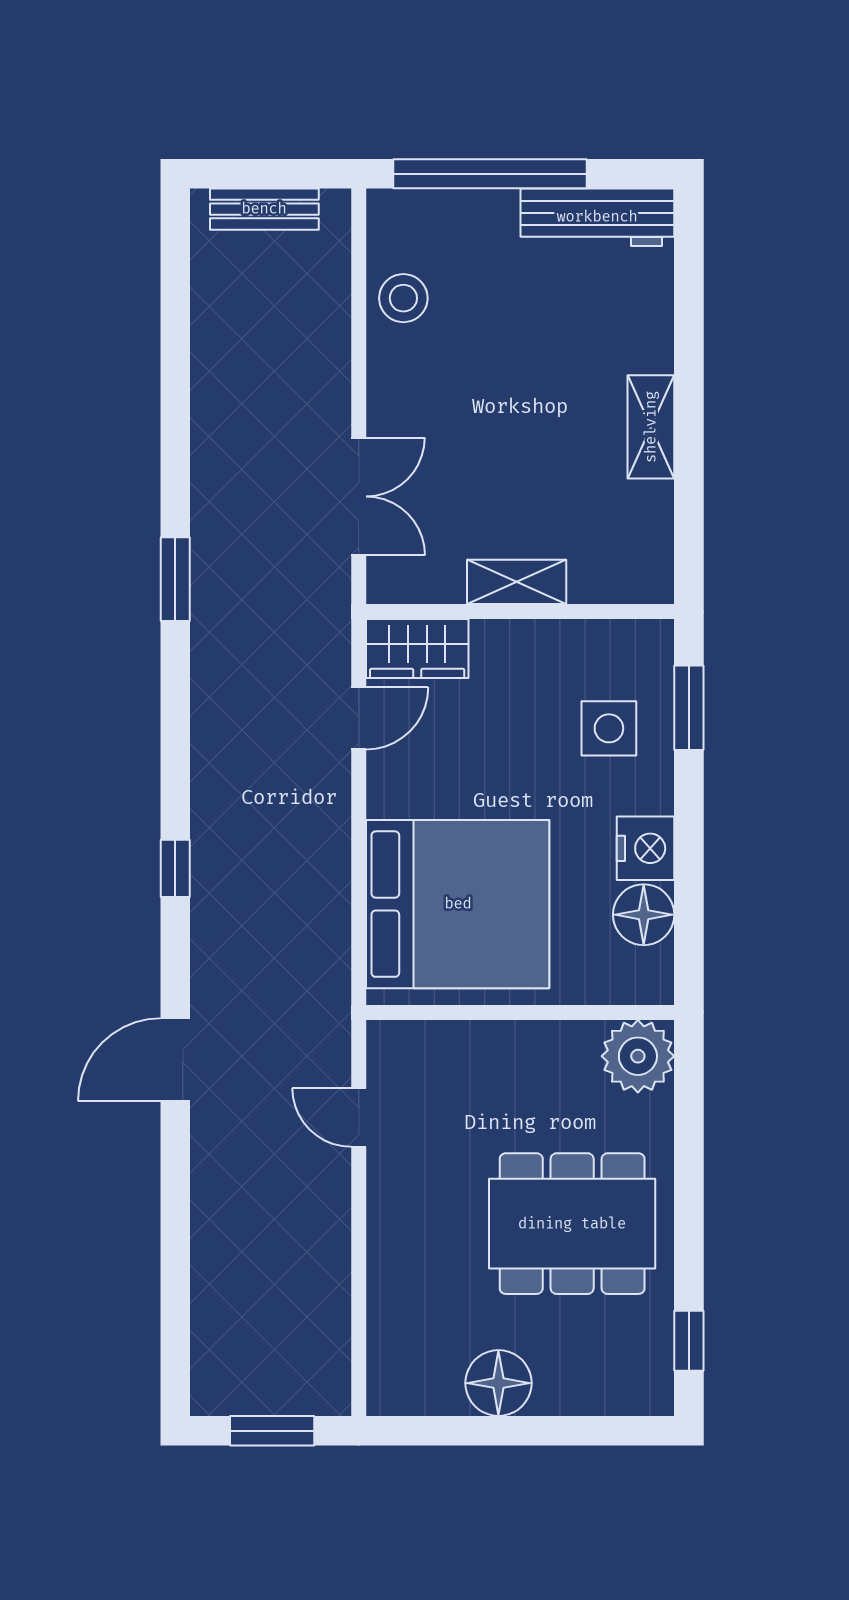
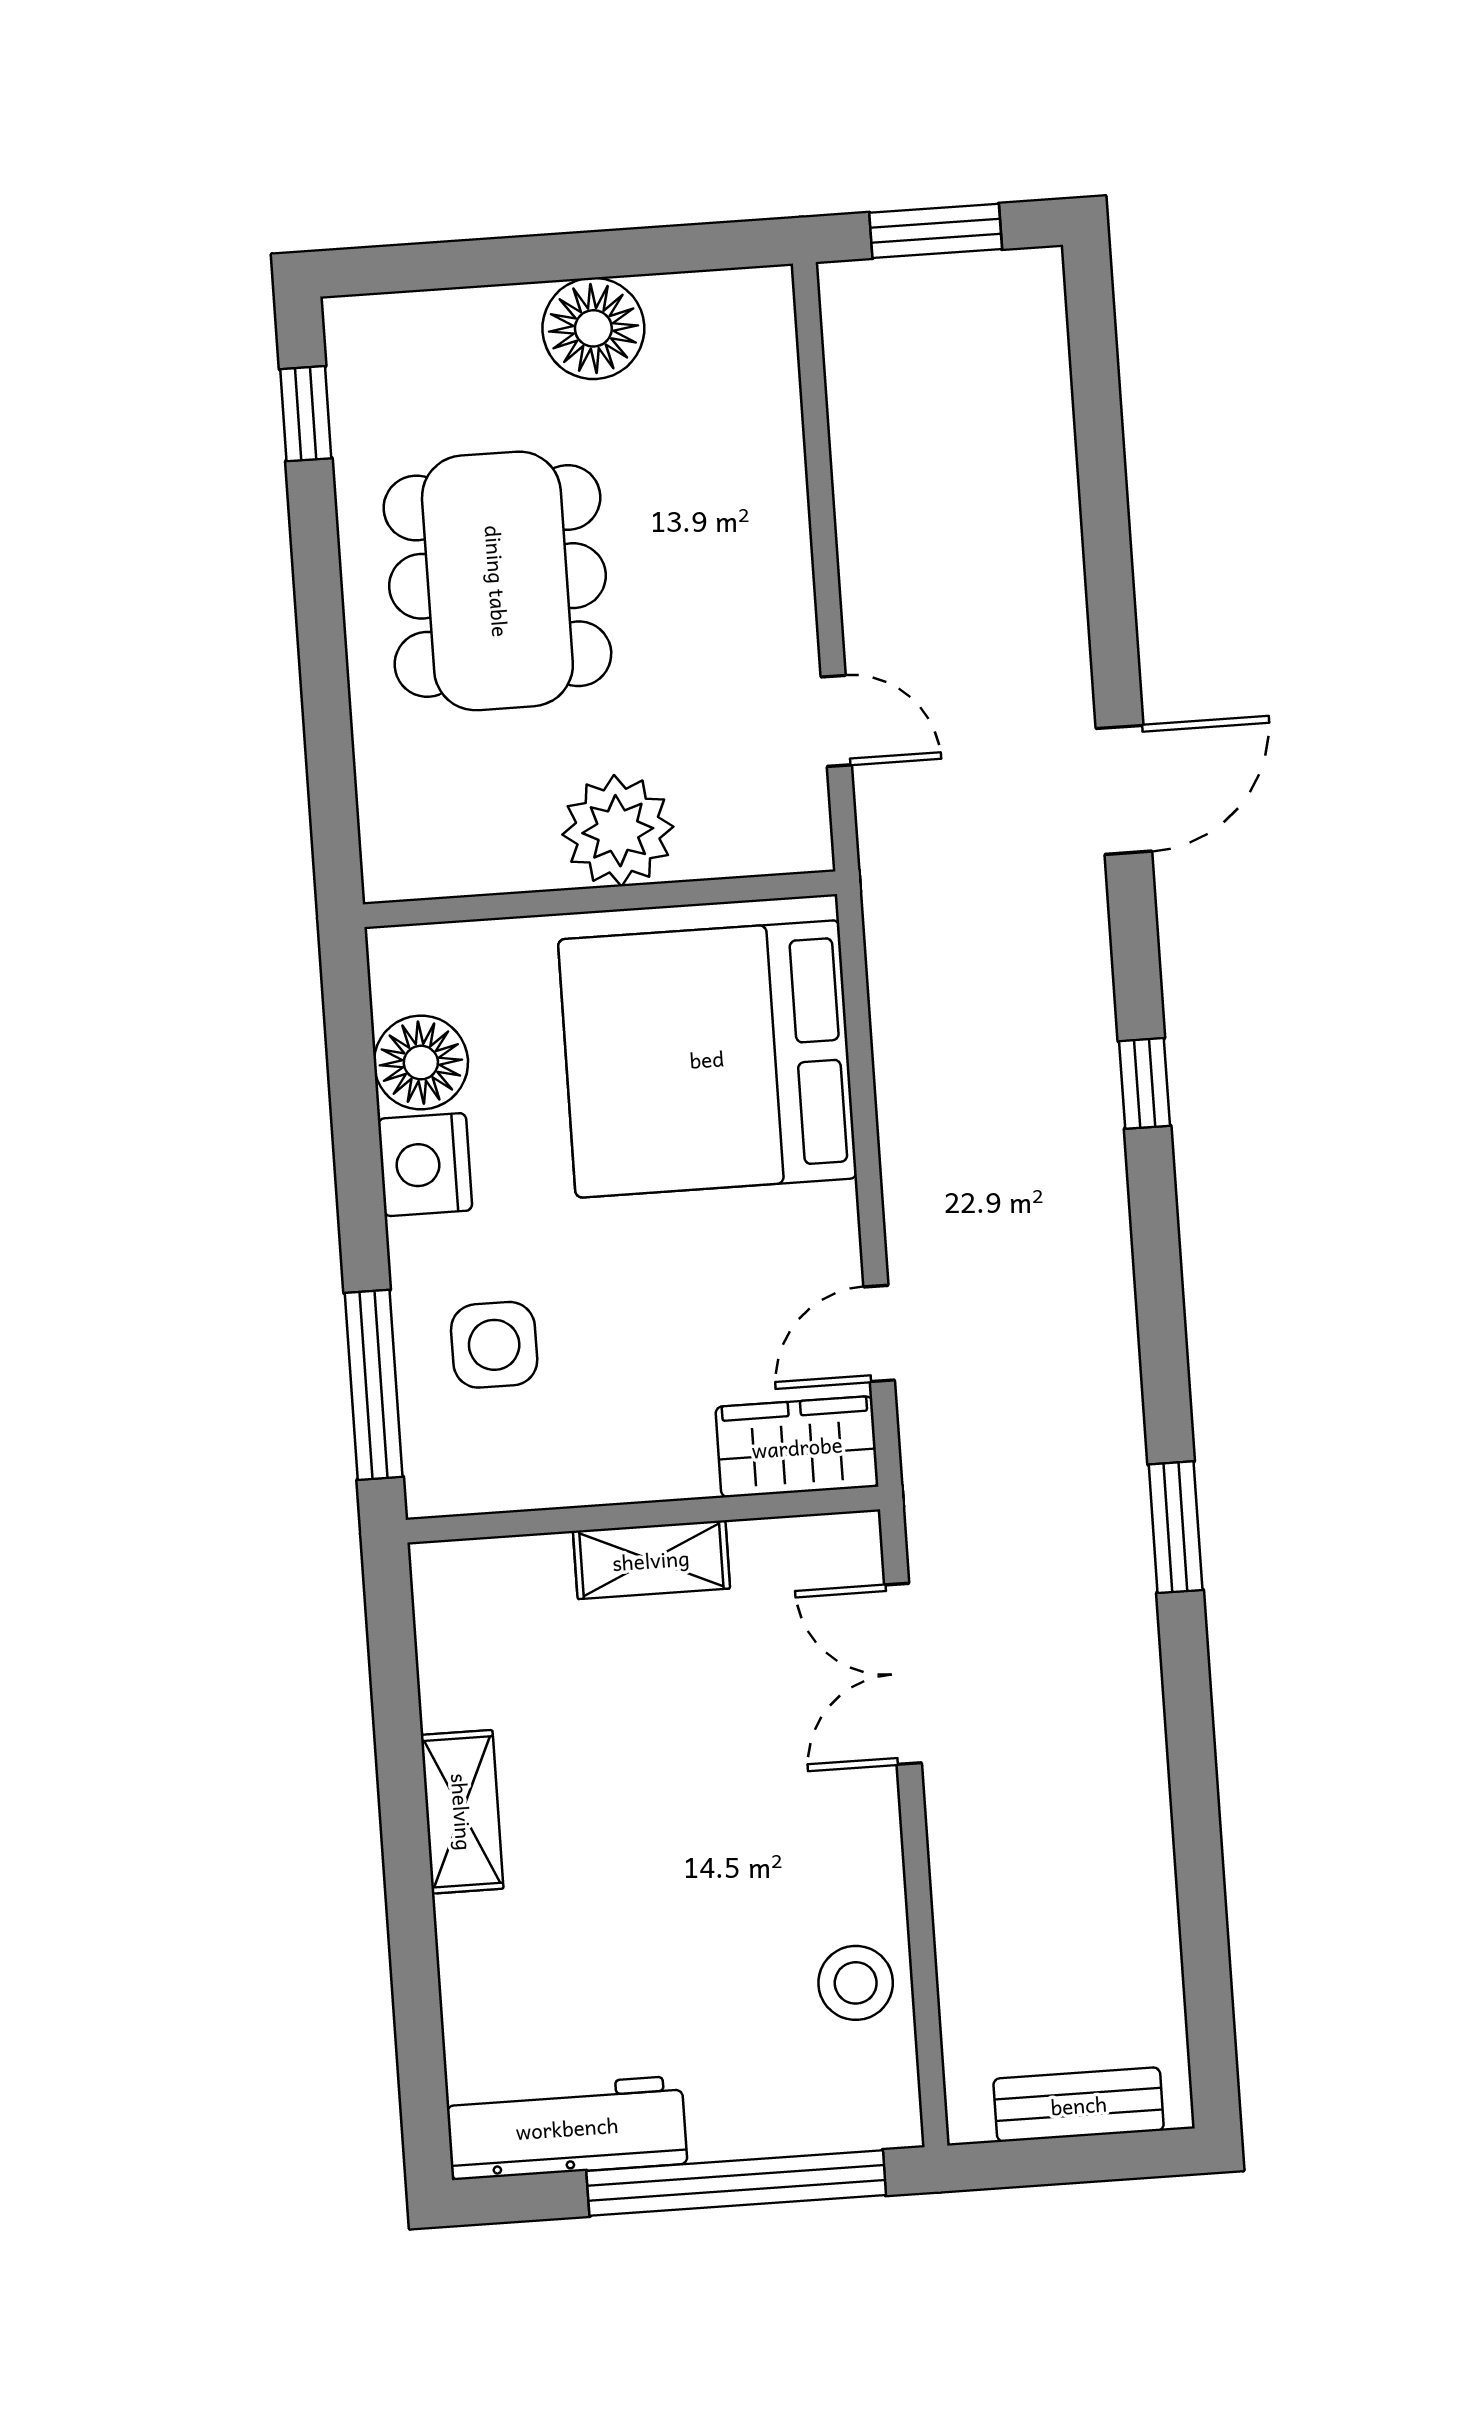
window: (689, 708) -> (374, 1385), width x1.44
plant: (638, 1056) -> (618, 831), moved
dining table: (572, 1224) -> (497, 581), turned 90

